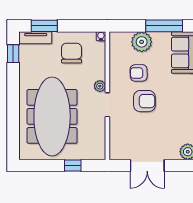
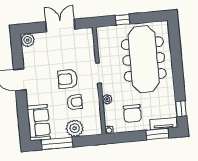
plant: (100, 86) -> (107, 99), moved

